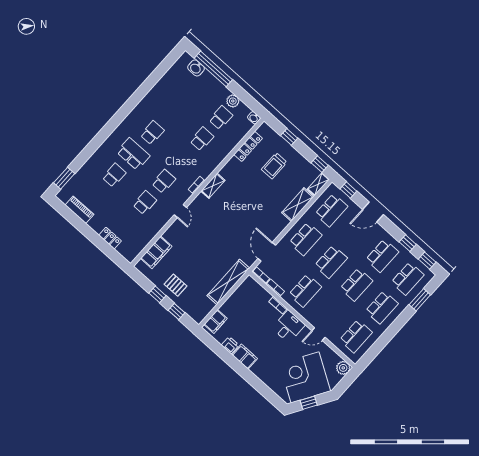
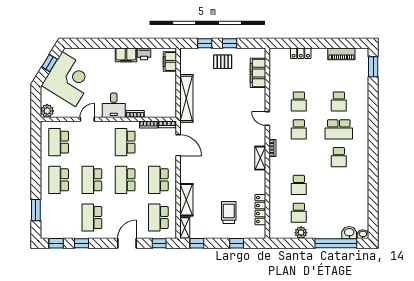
washbasin: (254, 118) -> (363, 234), moved
school desk: (408, 279) -> (59, 218), removed

